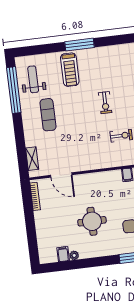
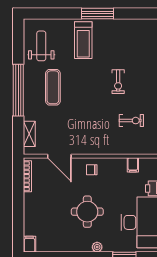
window: (14, 90) -> (18, 90), moved
chair: (91, 184) -> (92, 170), added
filing cabinet: (63, 254) -> (29, 244), moved
plant: (74, 255) -> (97, 247), moved

